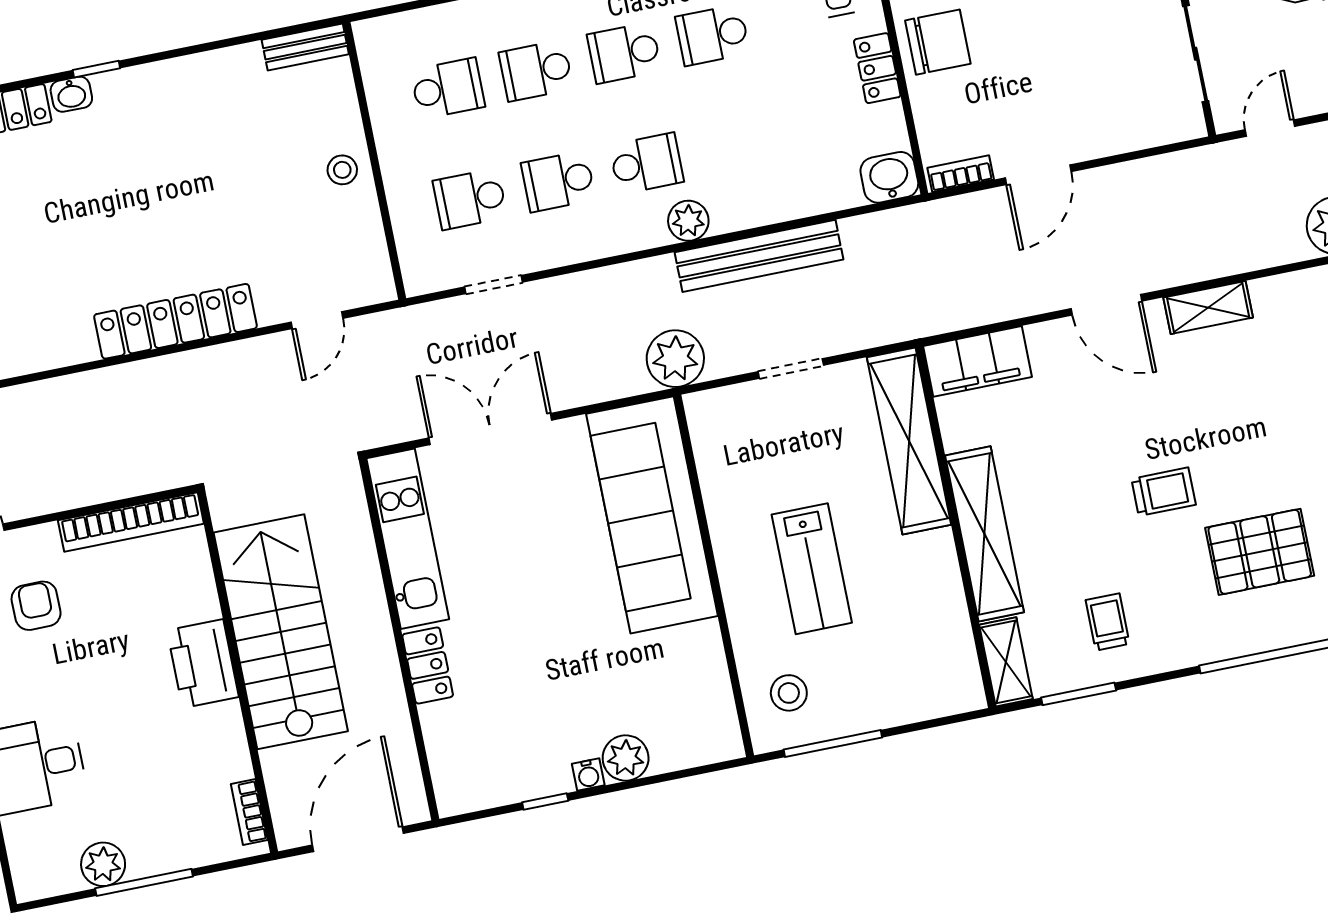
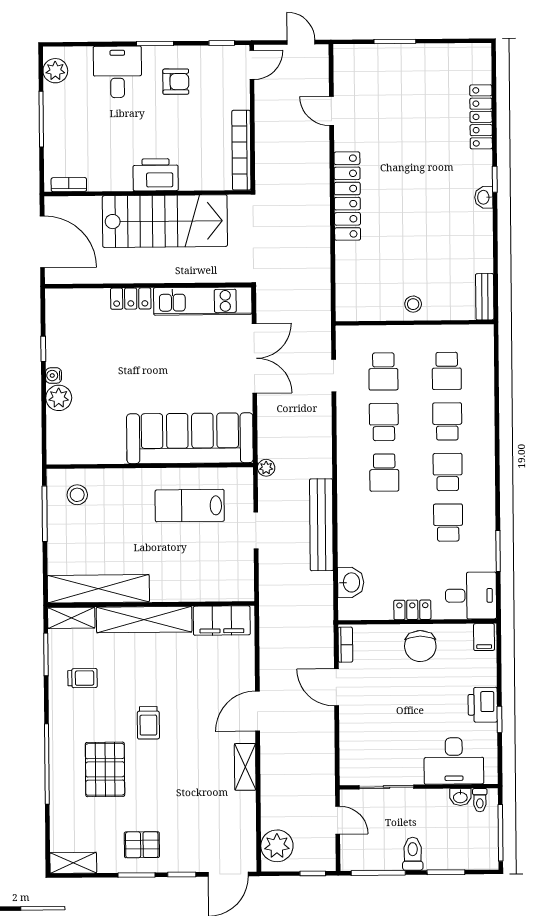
washbasin: (71, 94) -> (484, 197), moved
washbasin: (889, 177) -> (351, 582), moved
school desk: (470, 199) -> (383, 371), turned 180
plant: (688, 221) -> (348, 490), removed
door: (317, 320) -> (331, 111), moved
plant: (675, 359) -> (266, 468), width x0.53, depth x0.53
filing cabinet: (977, 361) -> (222, 621), moved, turned -90
shelving: (909, 441) -> (98, 589), moved
lab bench: (812, 569) -> (190, 506), moved
armchair: (36, 606) -> (176, 82), moved
plant: (103, 864) -> (55, 71), moved

